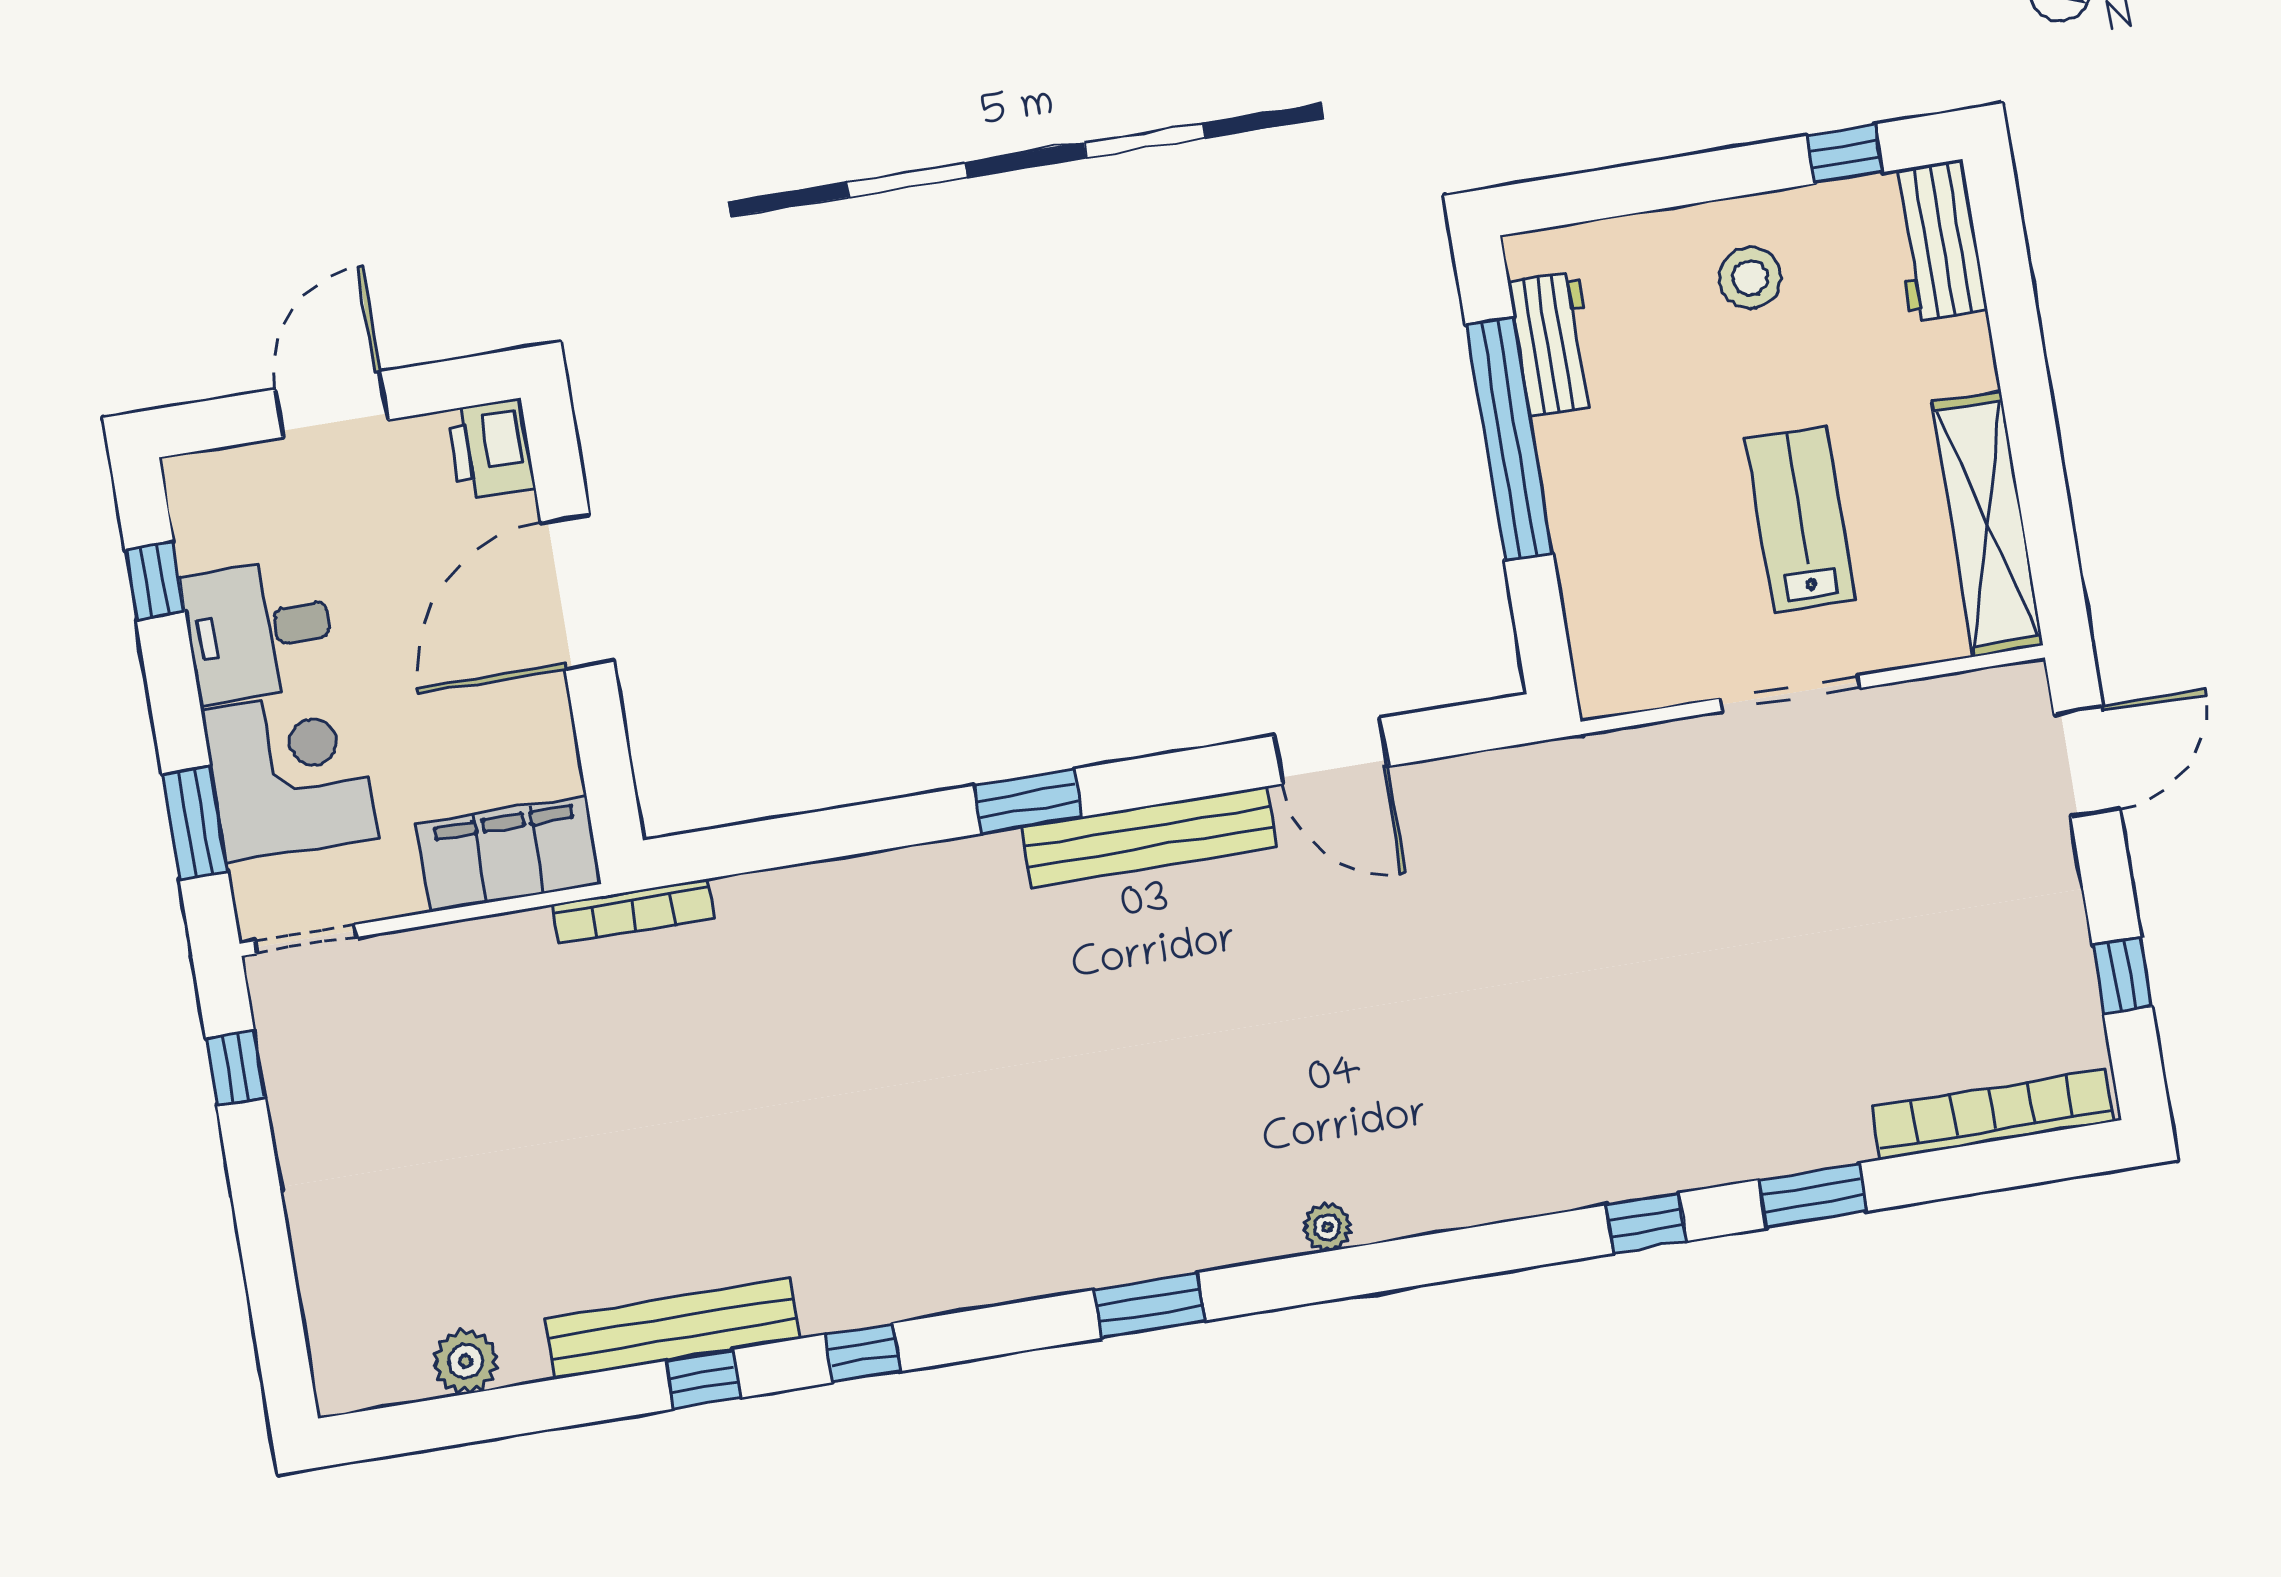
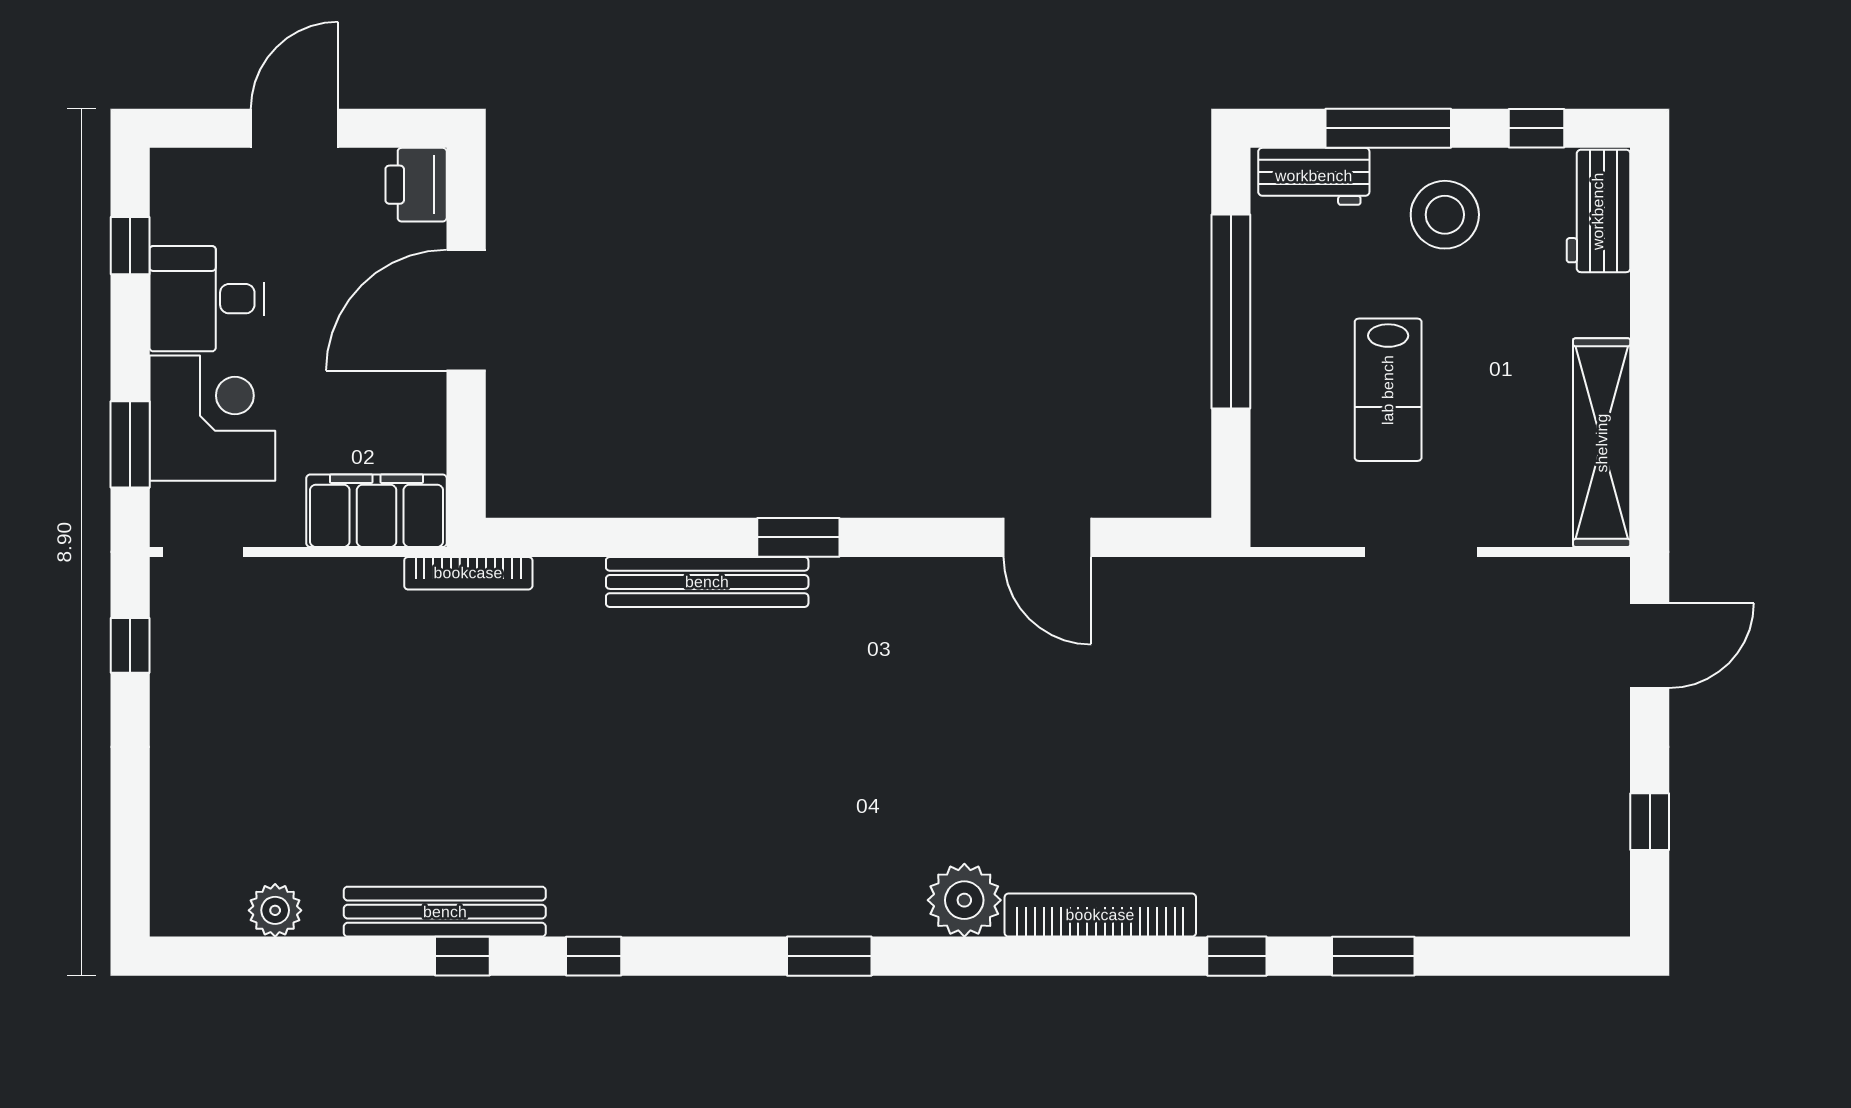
window: (1664, 184) -> (1388, 128), added
stool: (1750, 278) -> (1445, 215), width x1.38, depth x1.38
workbench: (1553, 343) -> (1314, 176), moved, turned 90
lab bench: (1801, 520) -> (1388, 390), moved, turned 180
bench: (1149, 837) -> (707, 582), moved
bookcase: (1993, 1114) -> (1100, 915), moved
plant: (1327, 1227) -> (964, 900), width x1.88, depth x1.88

